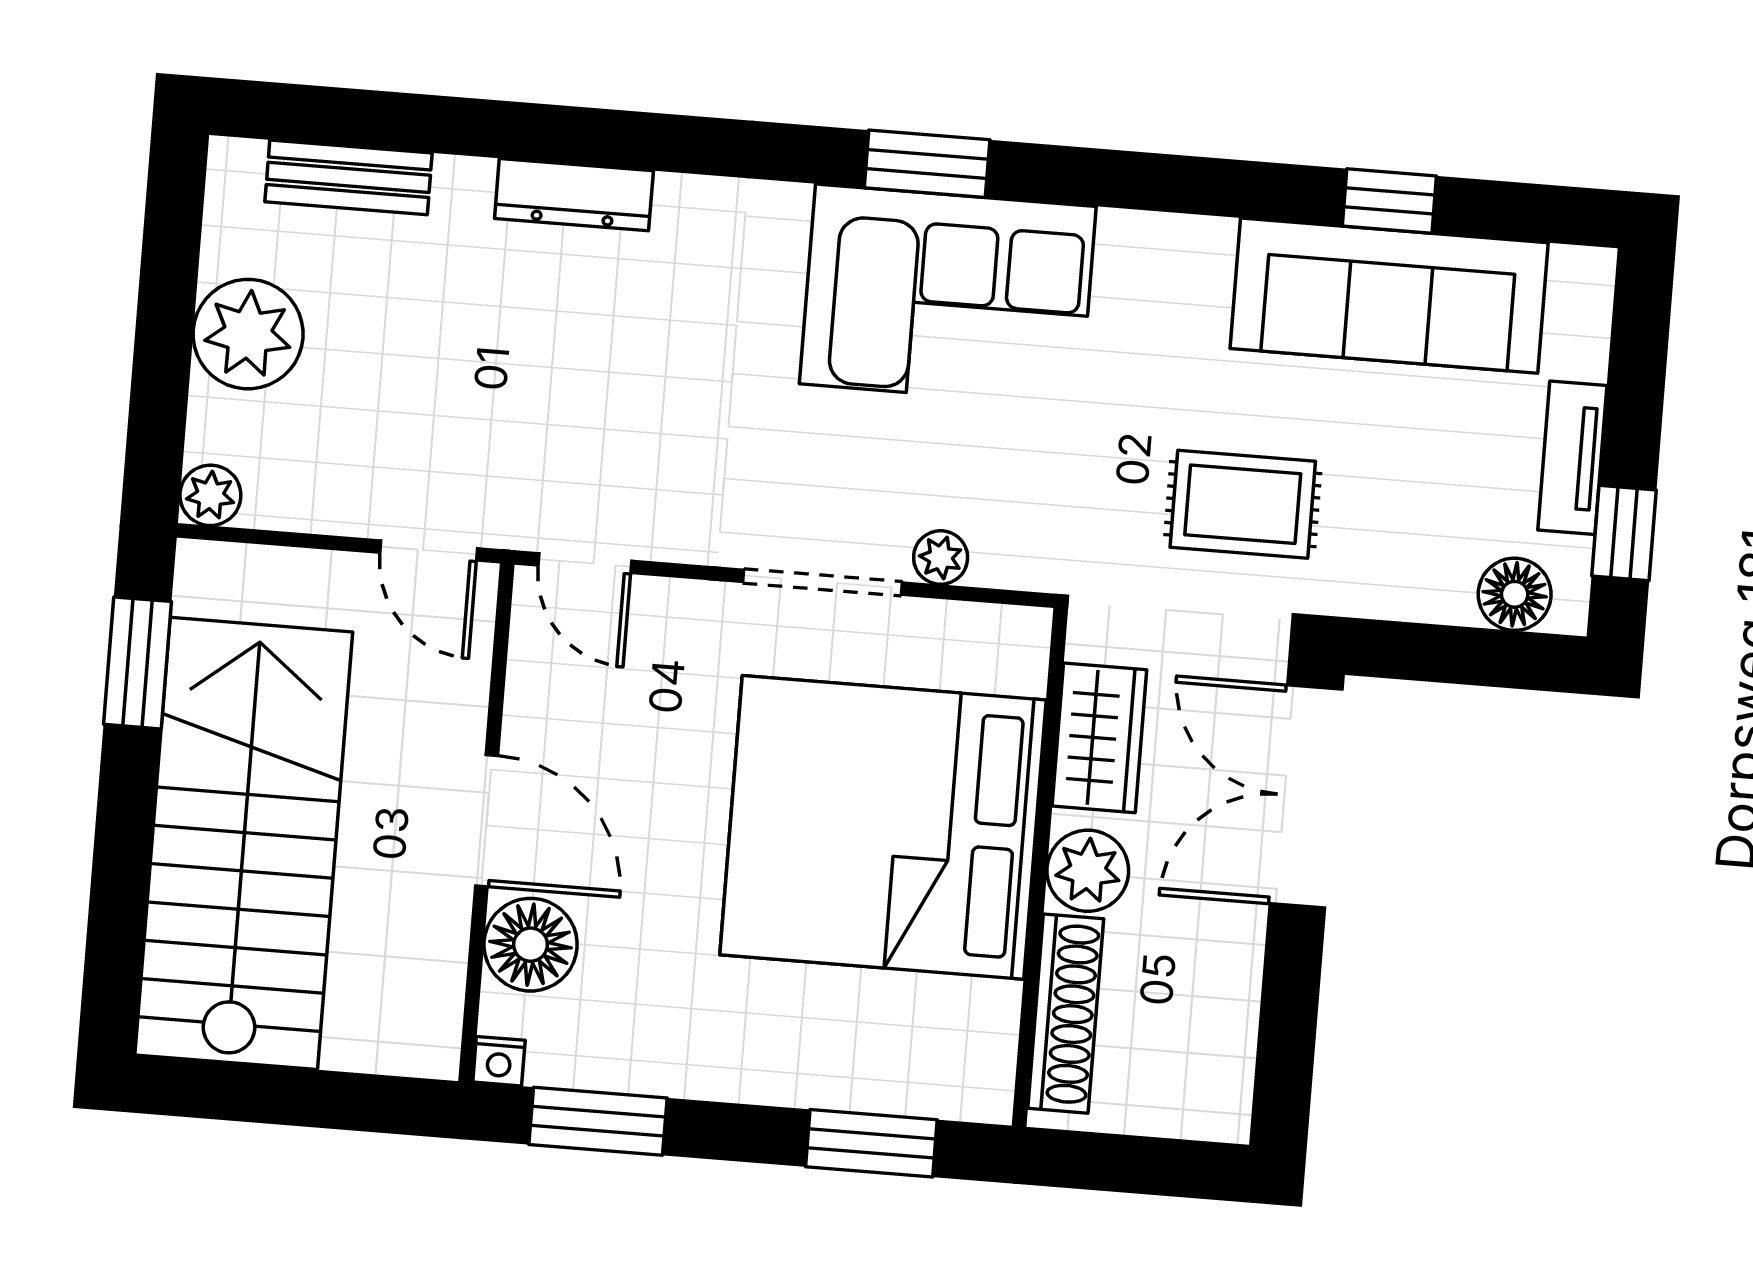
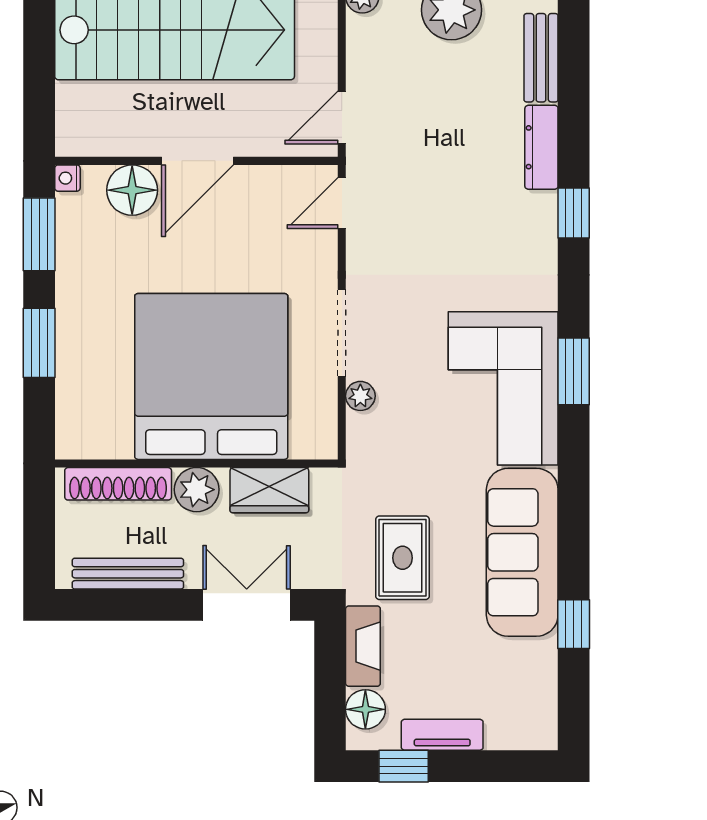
window: (637, 140) -> (574, 213), added
dresser: (574, 195) -> (541, 147), moved
sofa: (1389, 296) -> (522, 552), moved
fireplace: (1399, 590) -> (363, 646), added
double door: (1306, 797) -> (247, 605), width x0.73
bench: (1231, 1009) -> (128, 574), added
window: (871, 1143) -> (39, 343), moved

